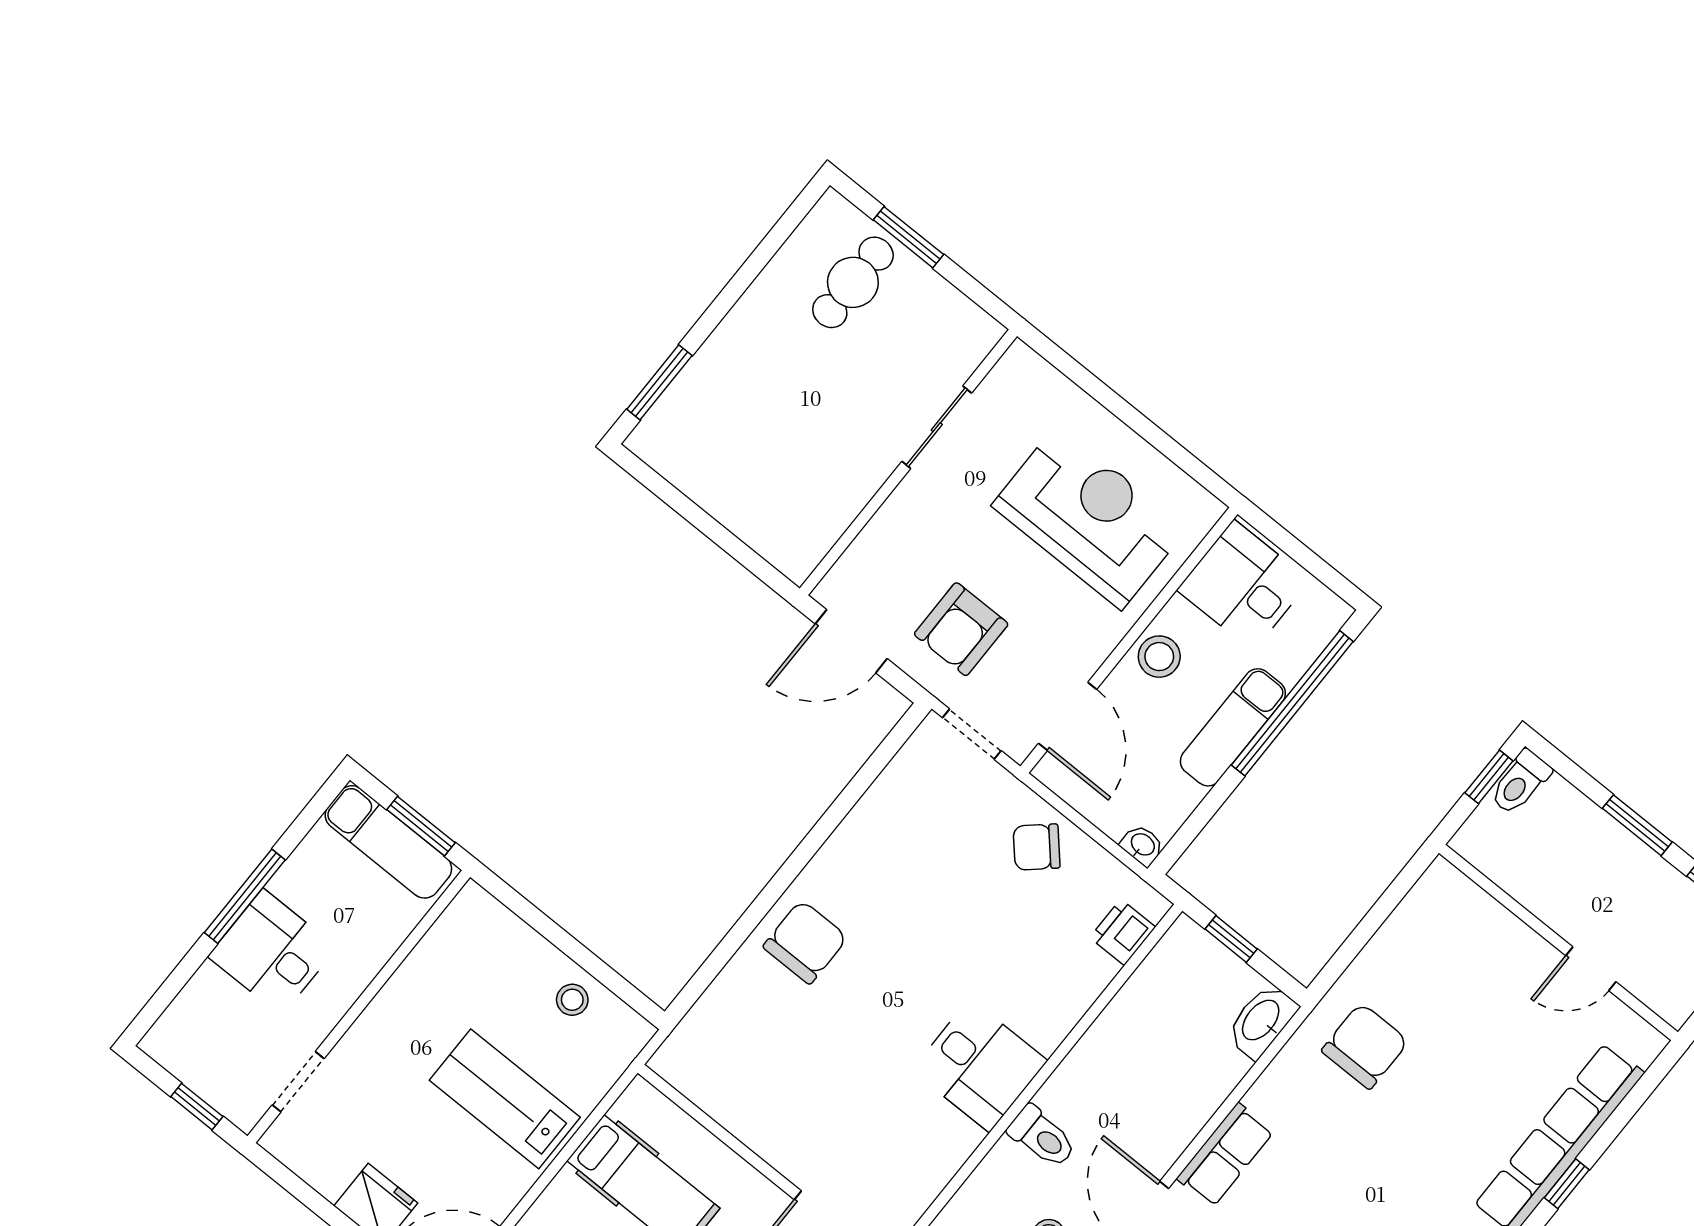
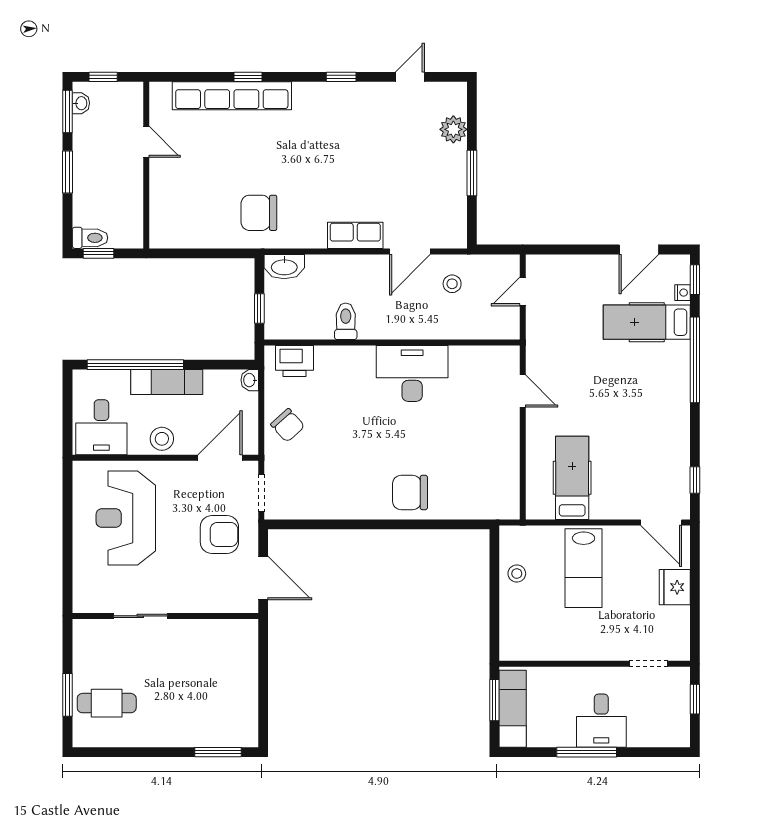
printer: (1123, 932) -> (294, 361), width x1.36, depth x1.24
desk: (980, 1065) -> (412, 373), width x1.37
toilet: (1042, 1137) -> (346, 321), moved

